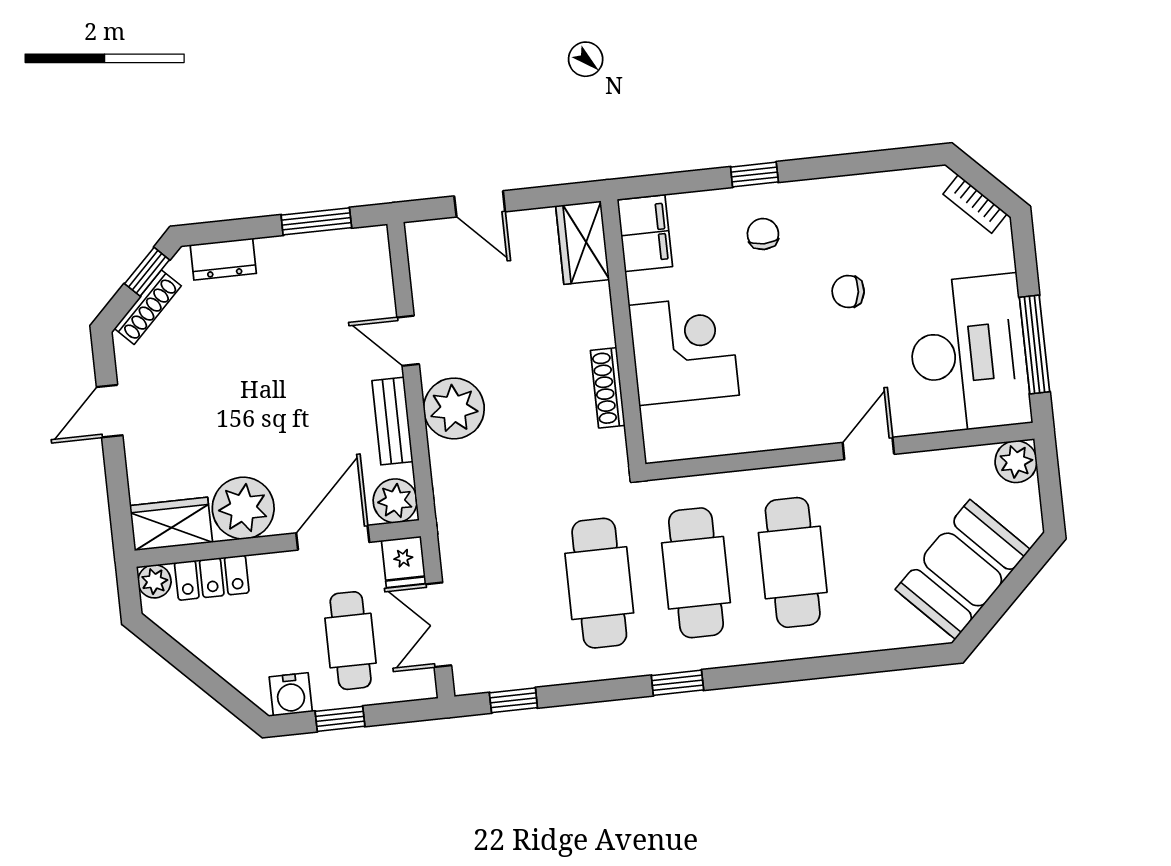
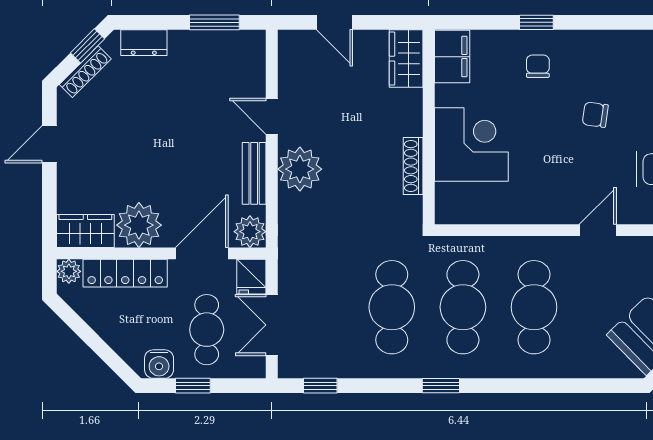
locker: (212, 578) -> (125, 273), width x1.53

